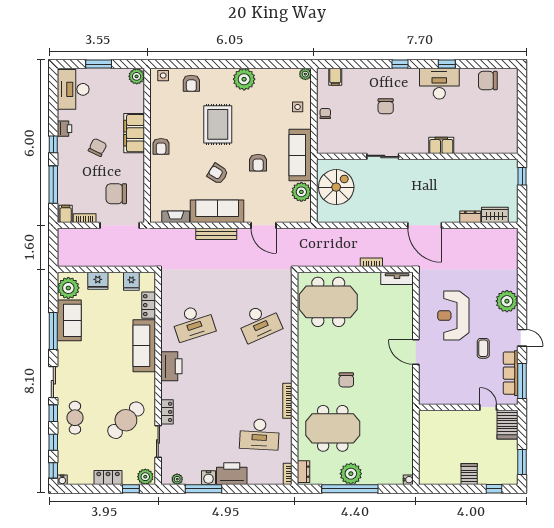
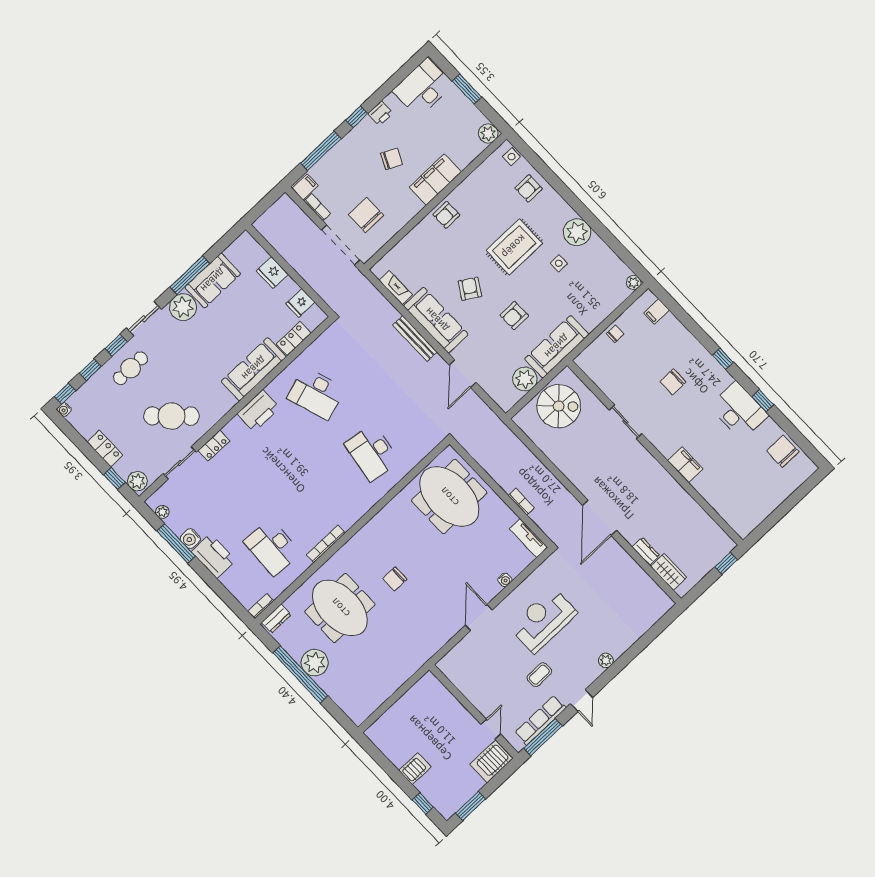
side table: (298, 107) -> (559, 263), moved
plant: (68, 288) -> (183, 307), moved
plant: (507, 301) -> (606, 660), width x0.53, depth x0.53
desk: (259, 323) -> (372, 453), turned 33
water cooler: (408, 480) -> (505, 580), moved

